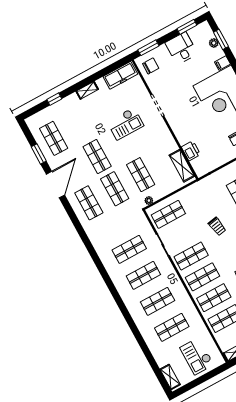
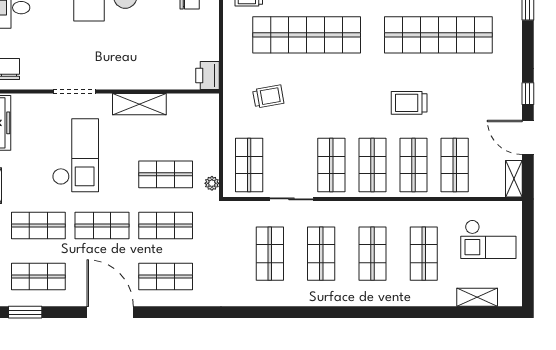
shop shelf: (80, 124) -> (38, 225), added
checkout: (125, 124) -> (75, 155), width x1.36, depth x1.21
printer: (191, 151) -> (207, 76), moved, turned -90
window: (39, 154) -> (25, 312), moved
shelving: (182, 166) -> (139, 104), moved
trolley: (217, 226) -> (268, 96), moved
shelving: (170, 377) -> (477, 297), moved

